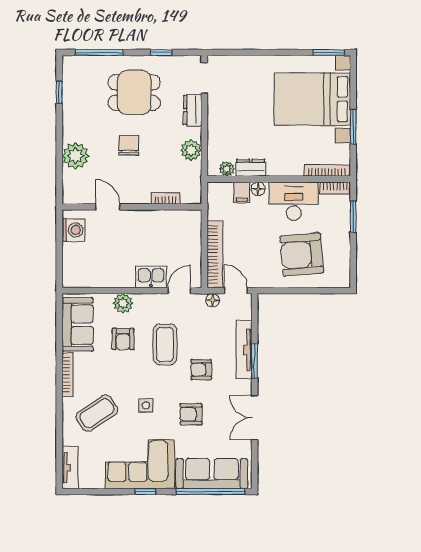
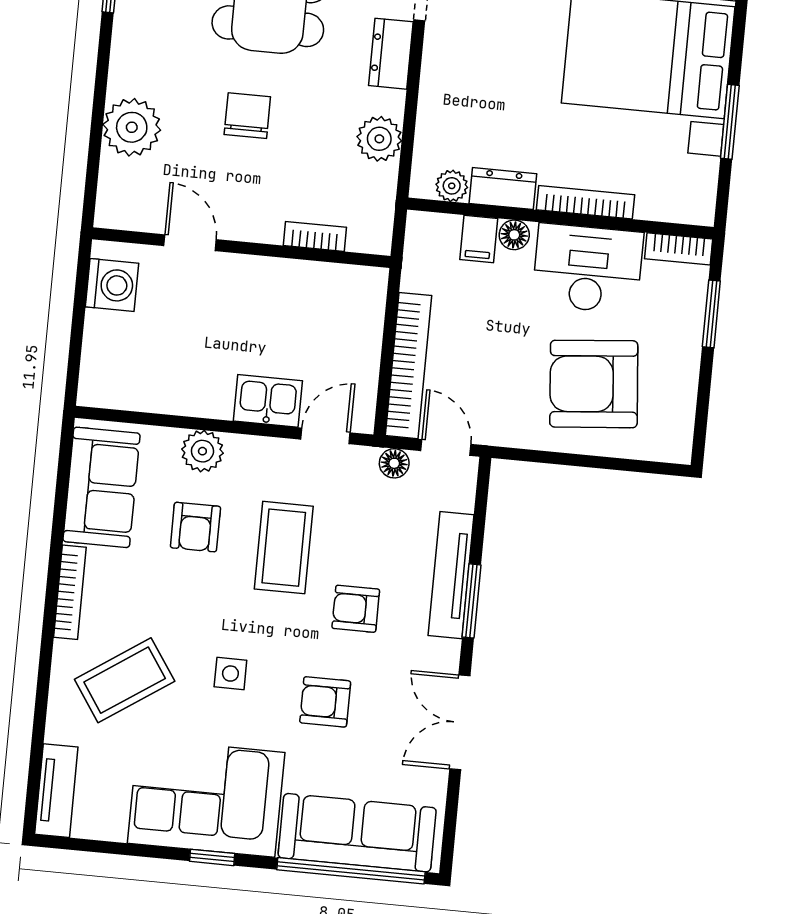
bookcase: (327, 170) -> (585, 202), moved

